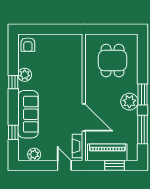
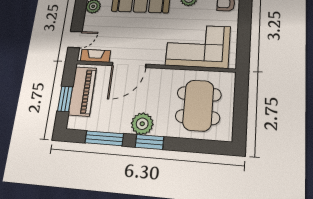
dining table: (113, 60) -> (198, 105), width x1.38
corner sofa: (65, 64) -> (198, 46), added

